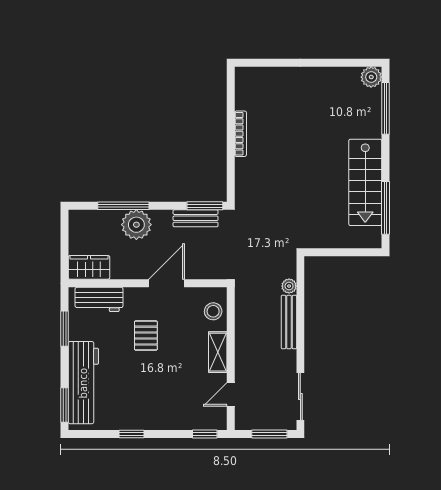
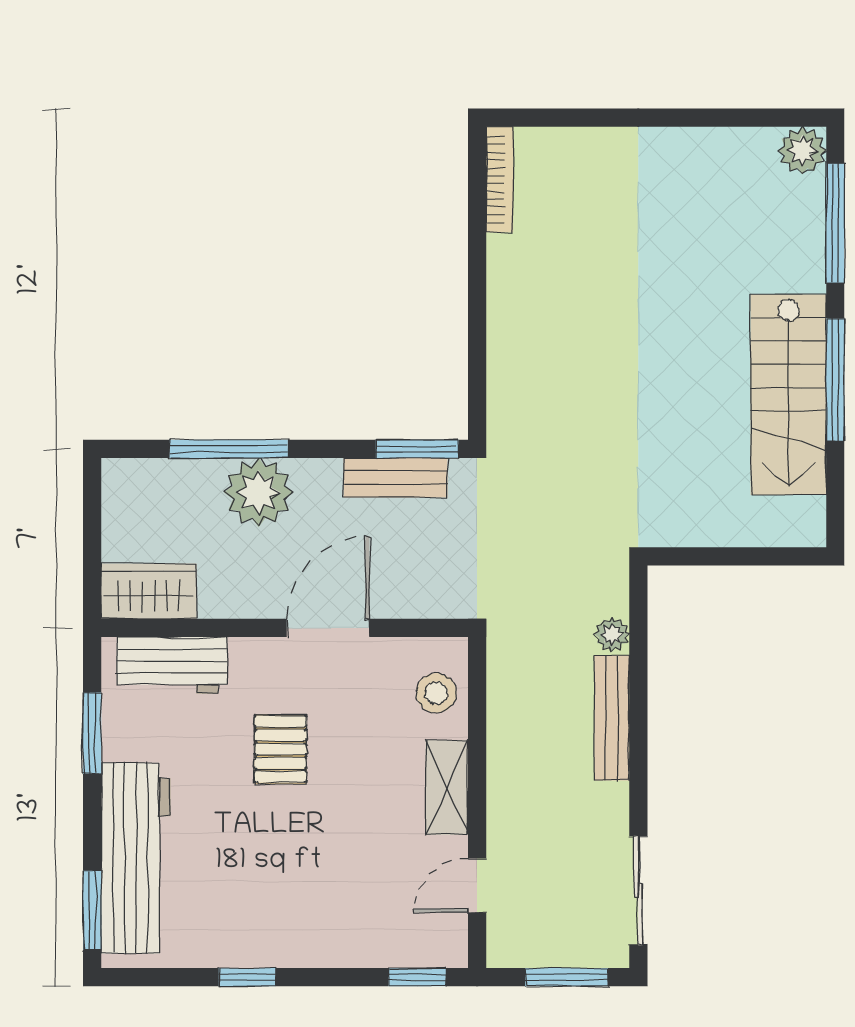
bookcase: (240, 134) -> (500, 179), moved
window: (385, 208) -> (835, 380), moved

